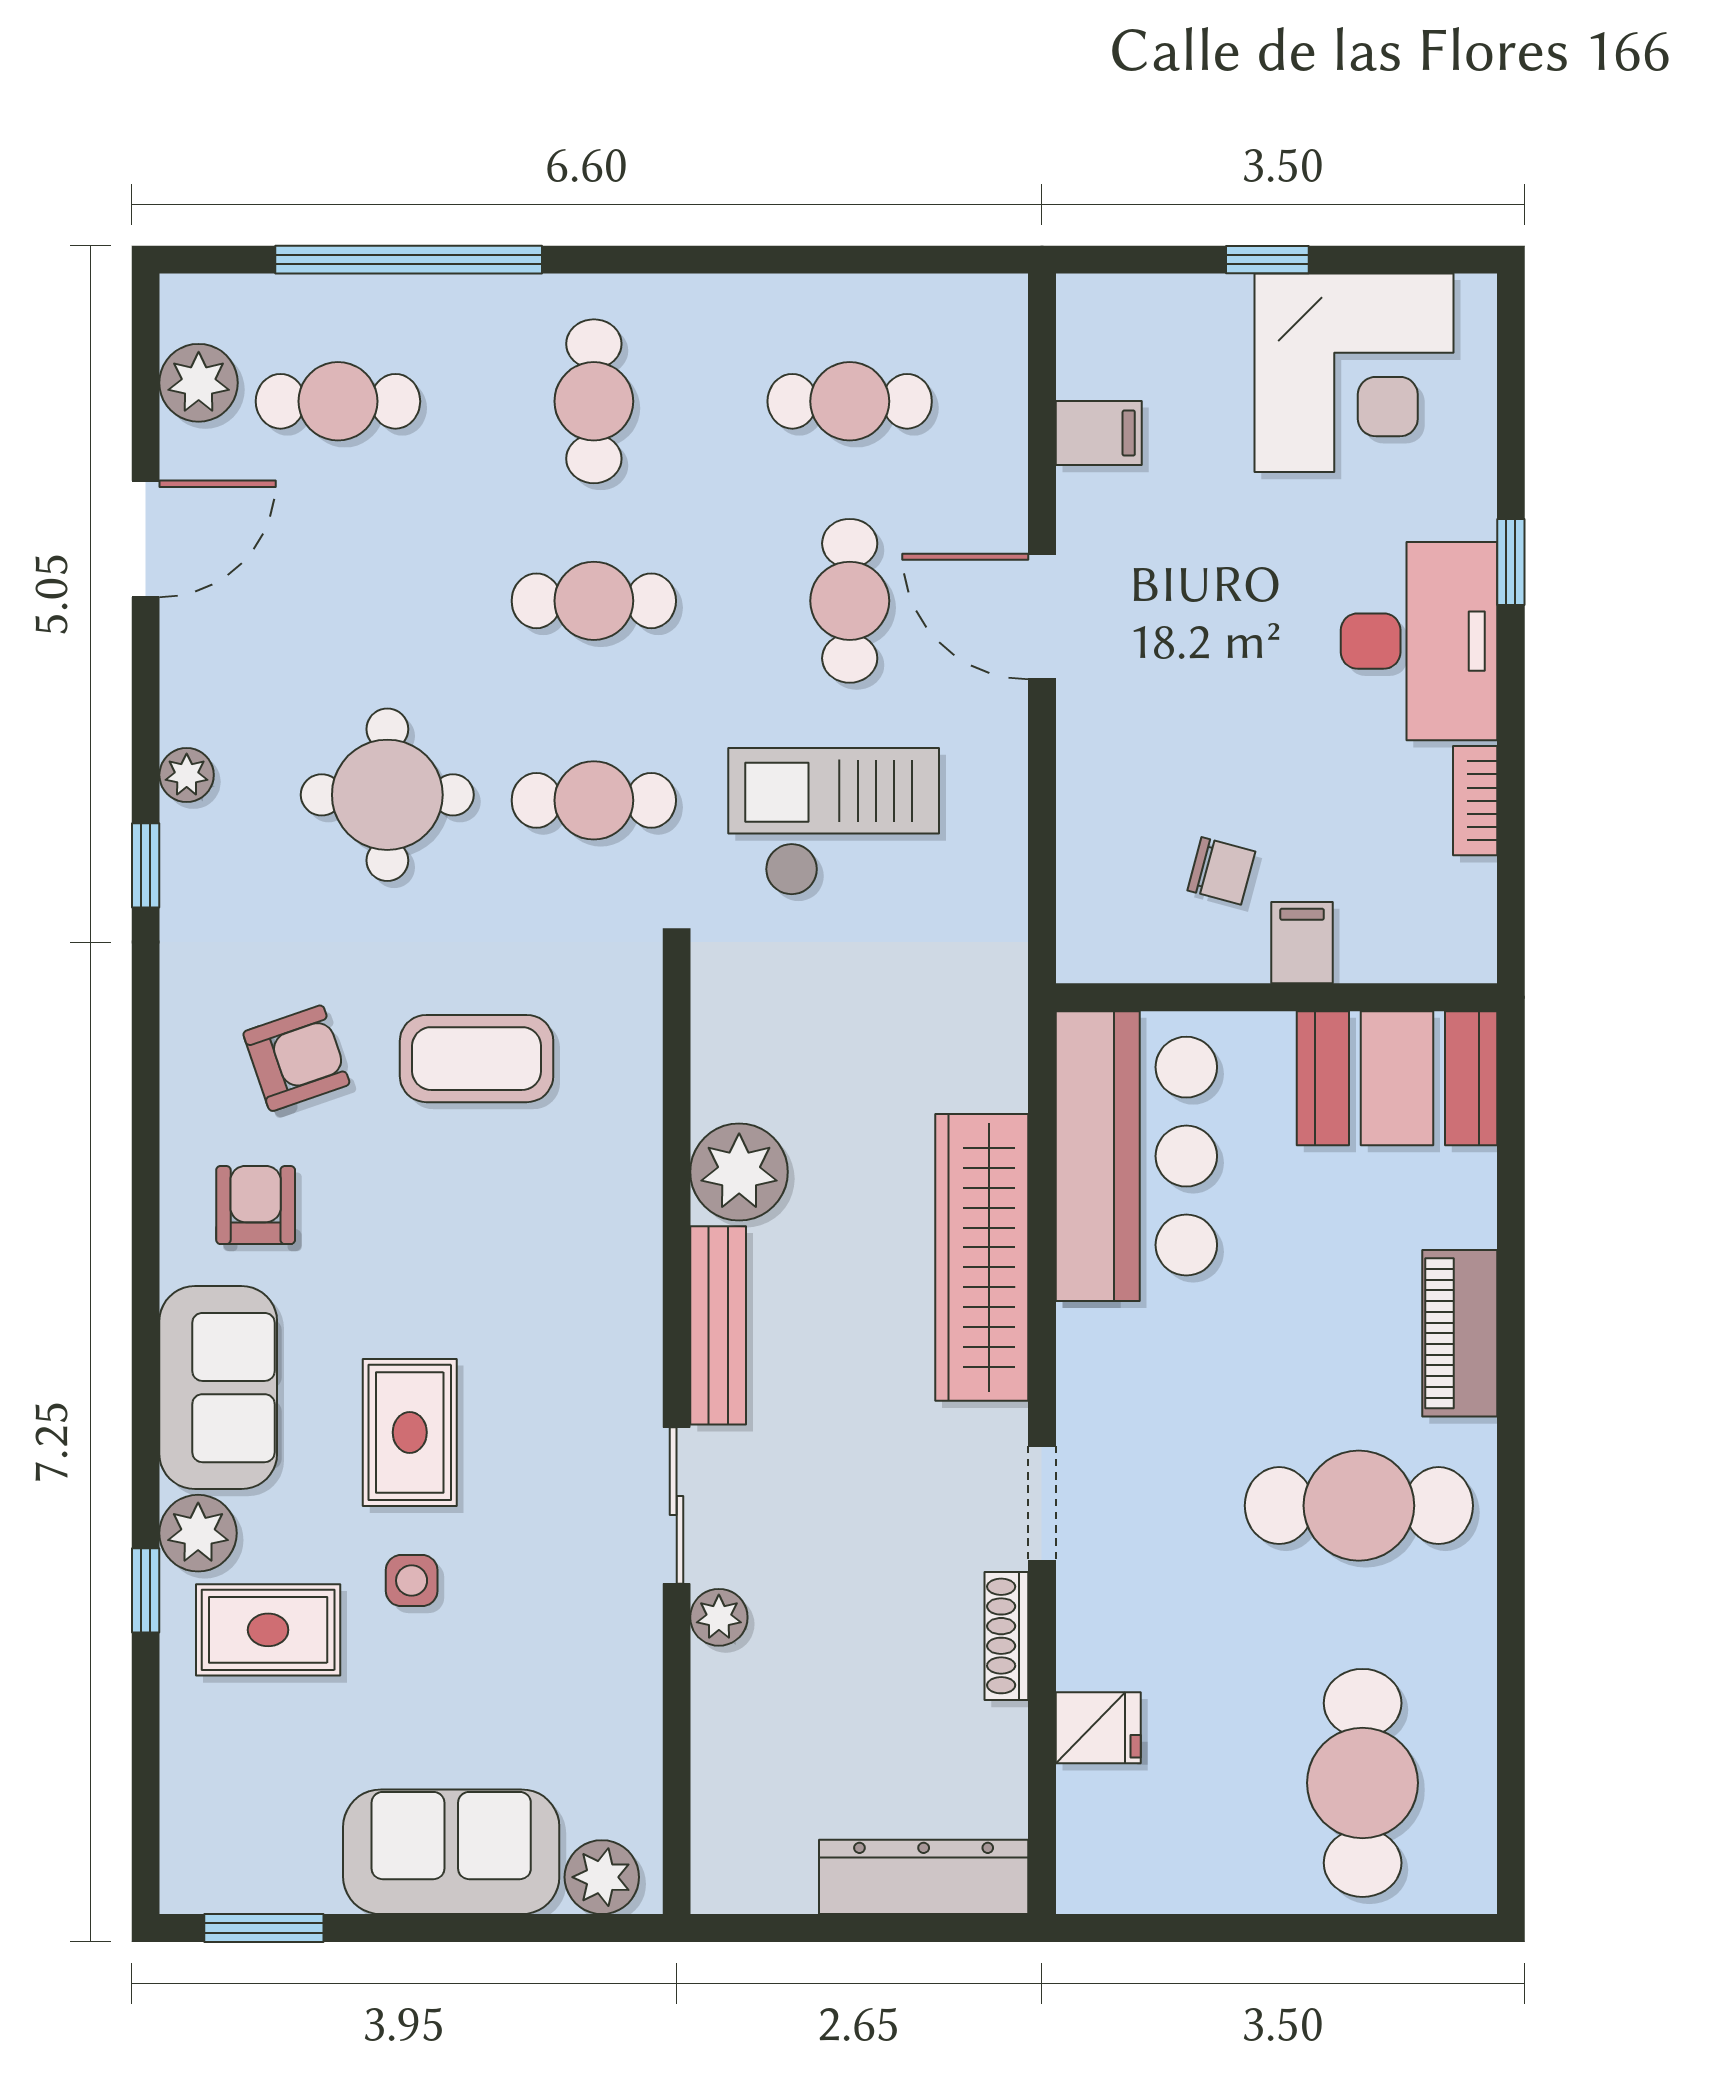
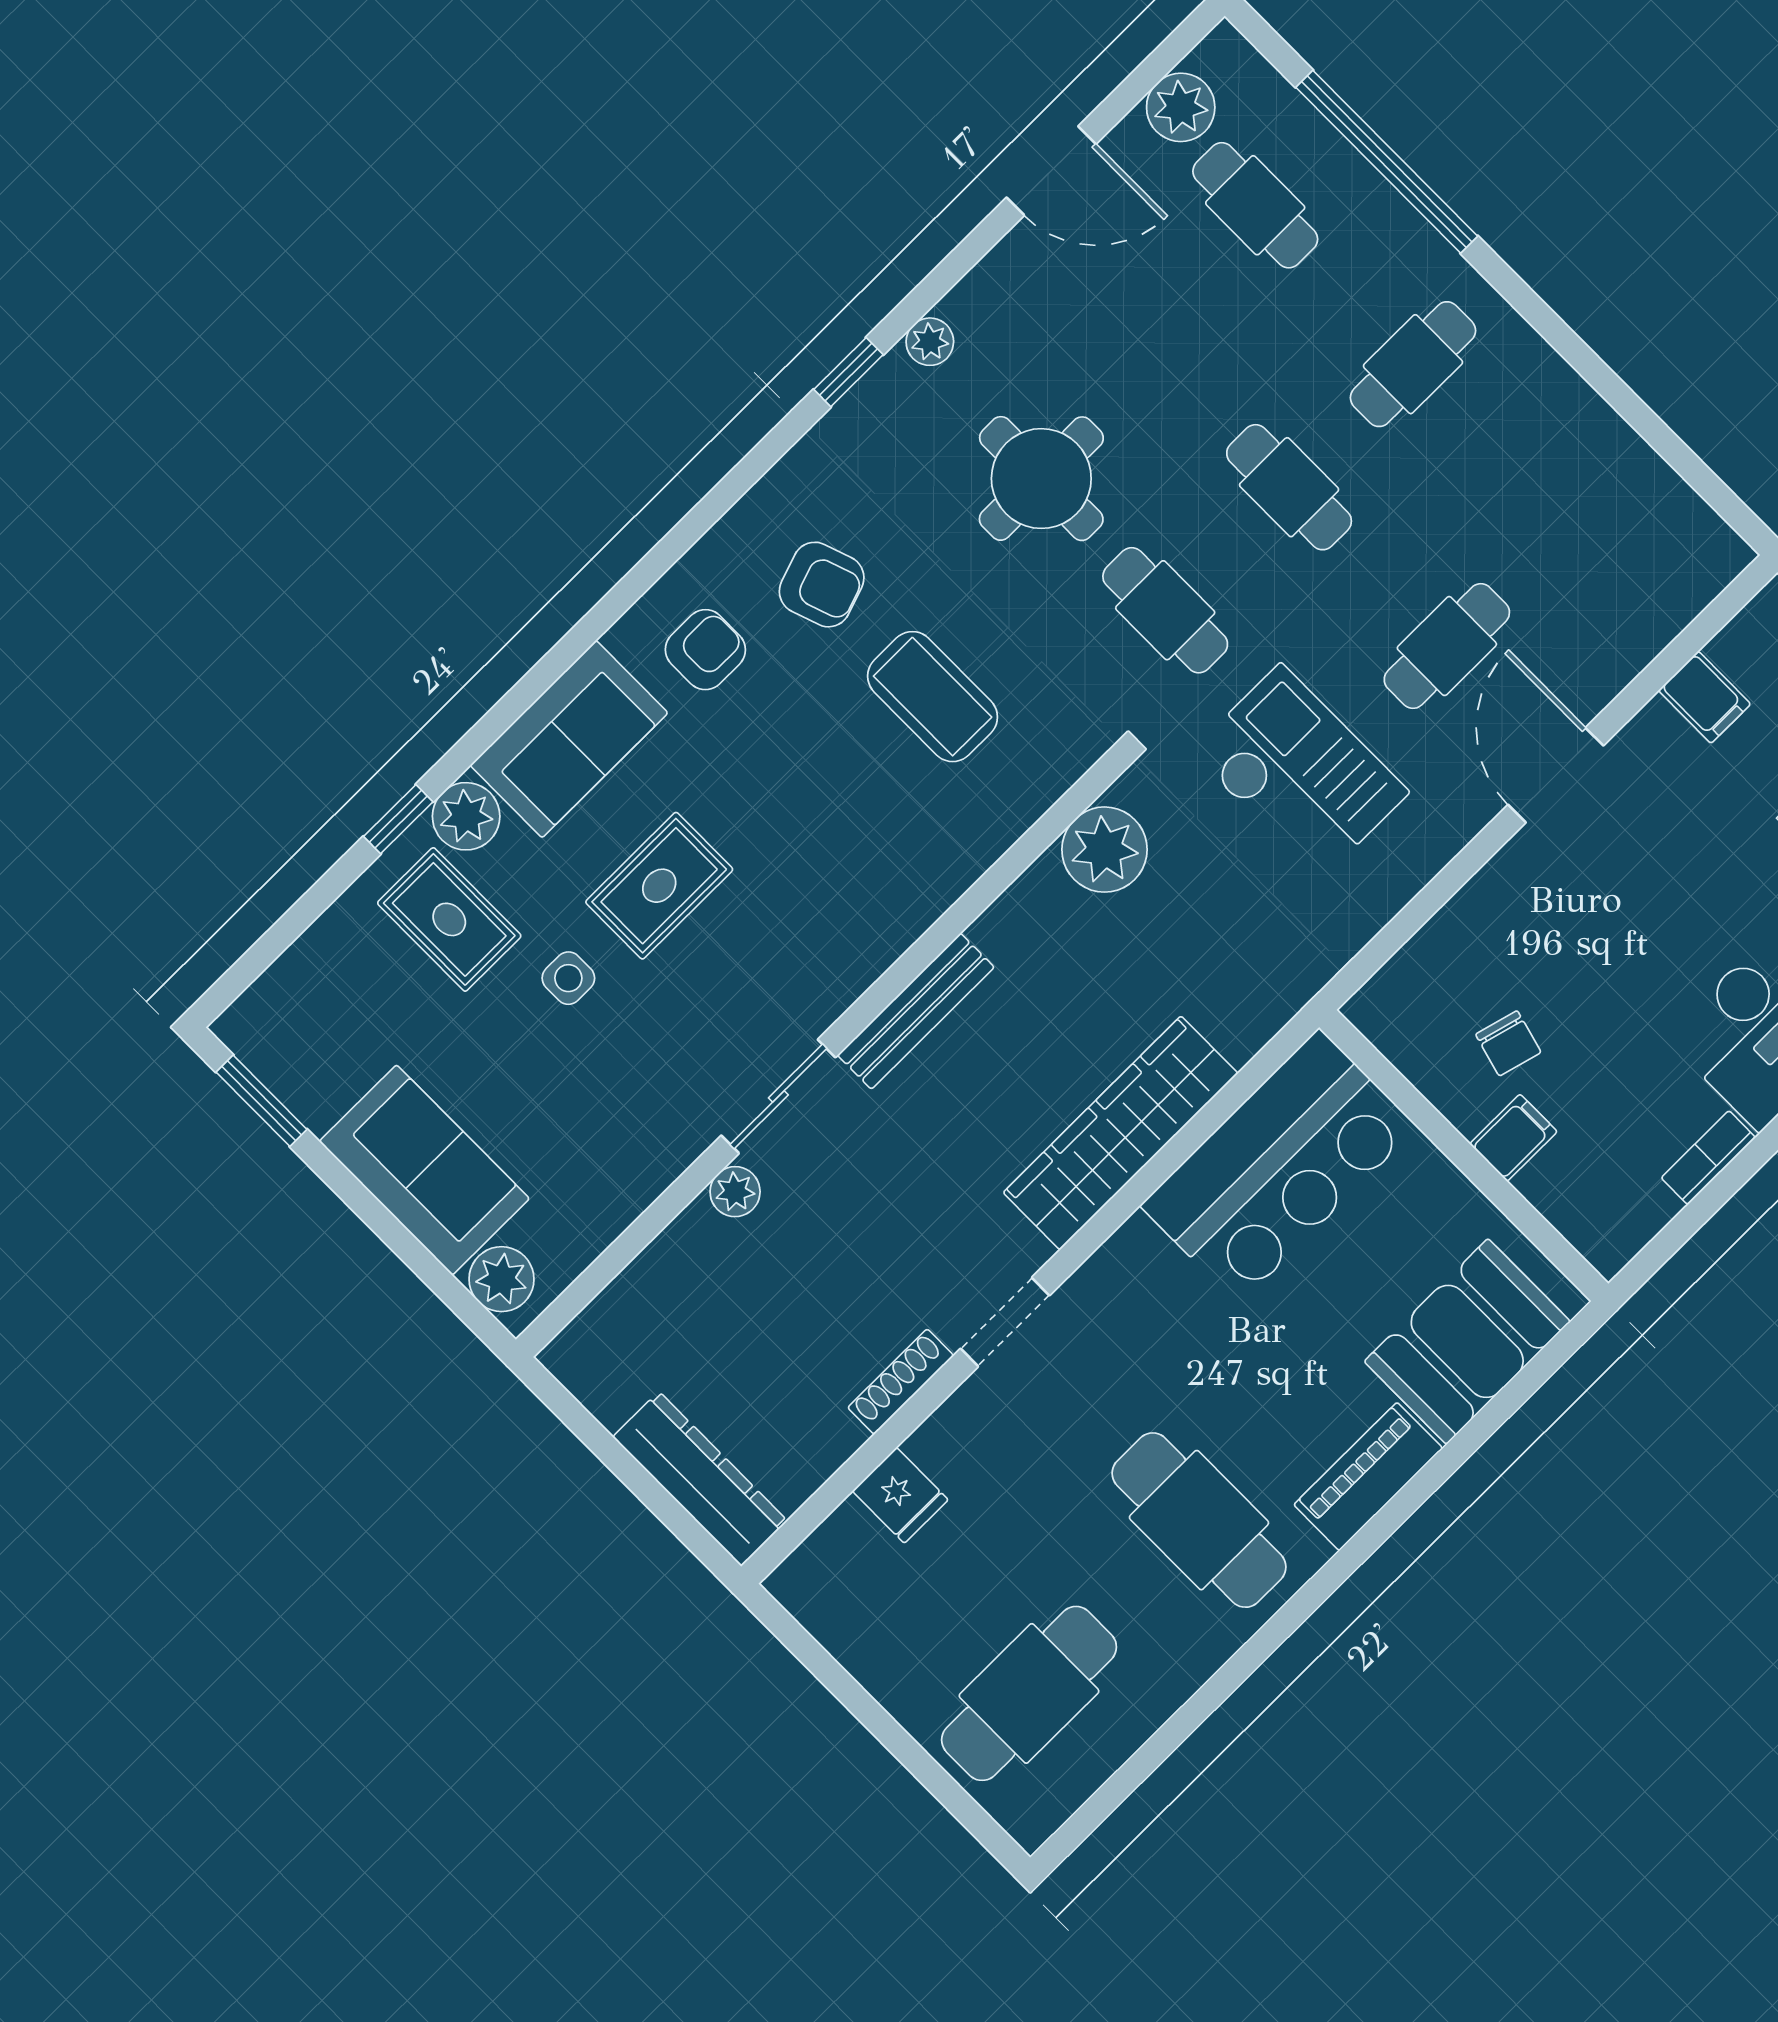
cafe table: (850, 401) -> (1571, 523), removed
booth: (1397, 1078) -> (1467, 1341), moved, turned 90
plant: (739, 1172) -> (1104, 850), moved

